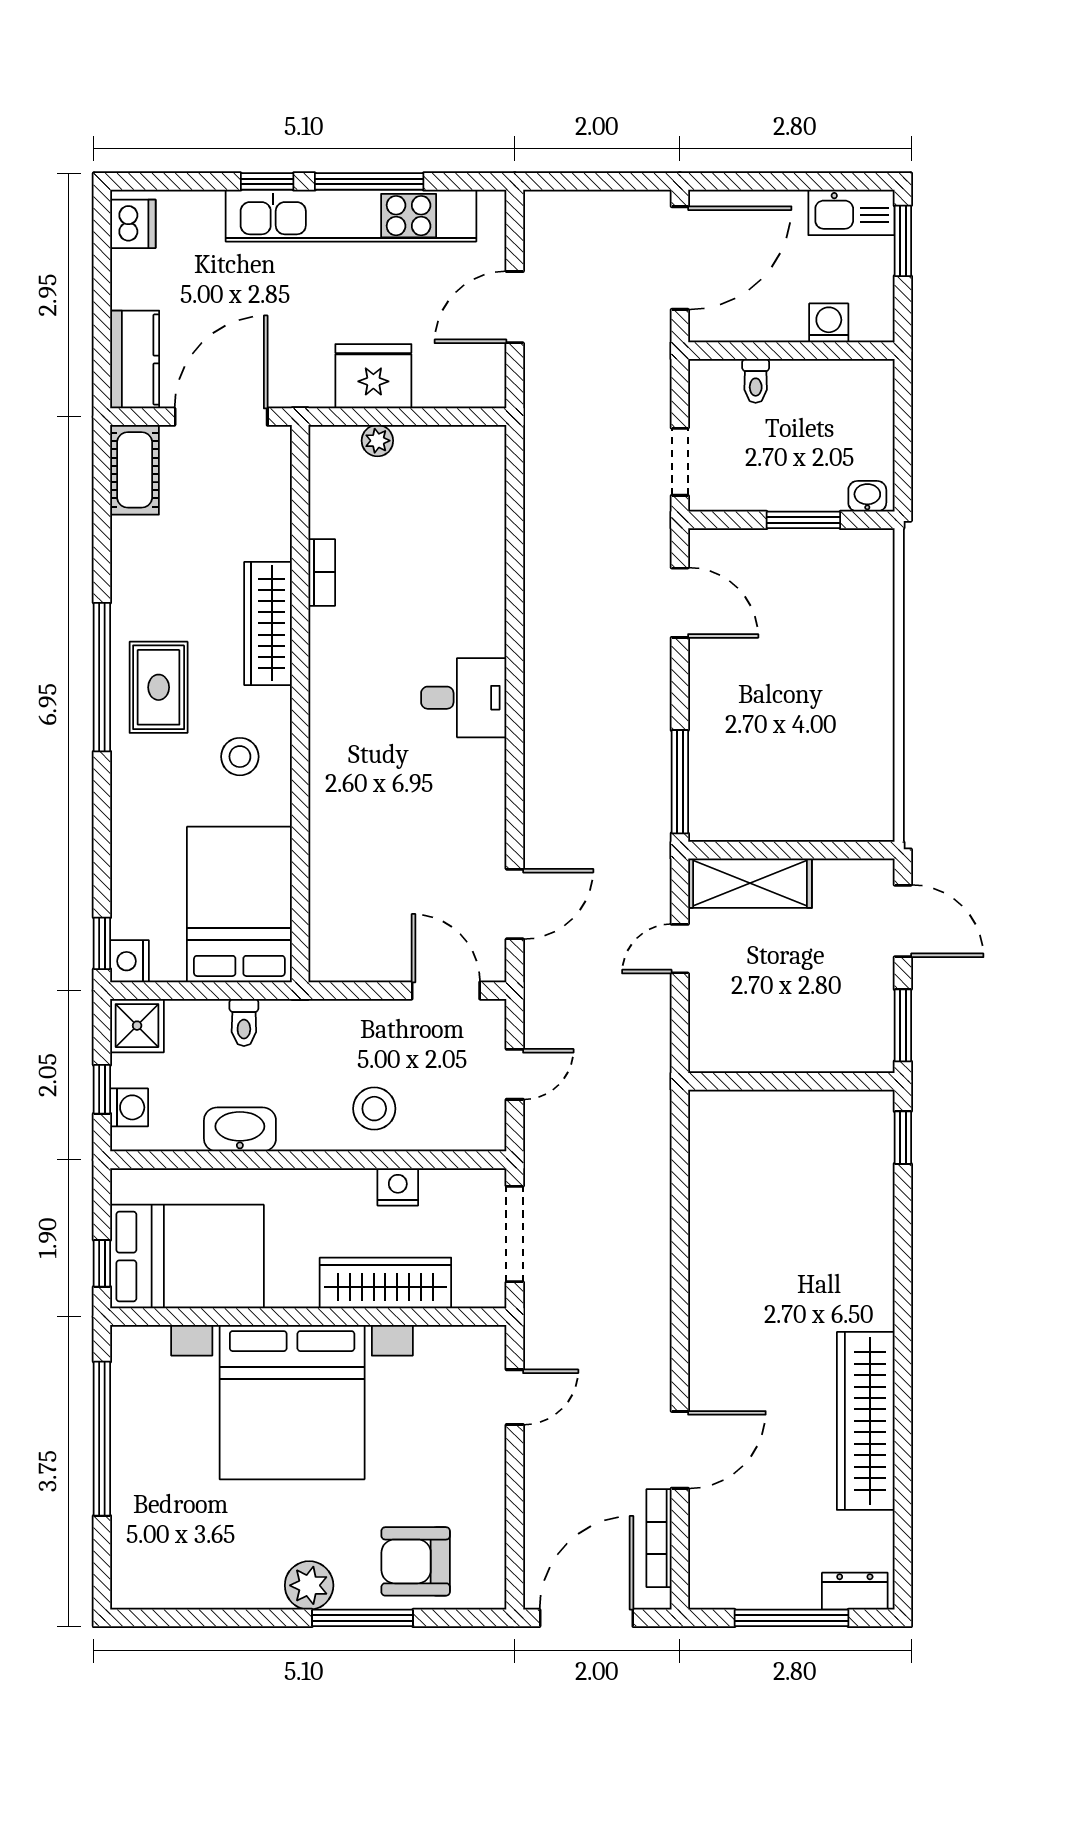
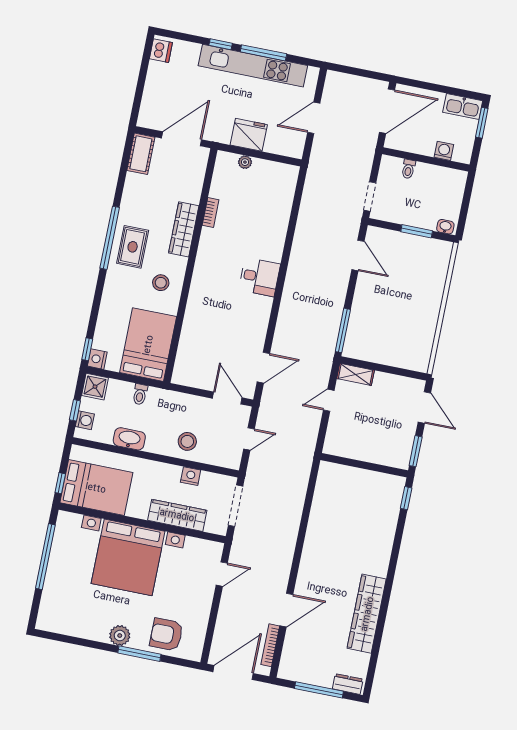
kitchen counter: (135, 360) -> (150, 108), removed
shelving: (750, 883) -> (356, 374), width x0.67, depth x0.75

